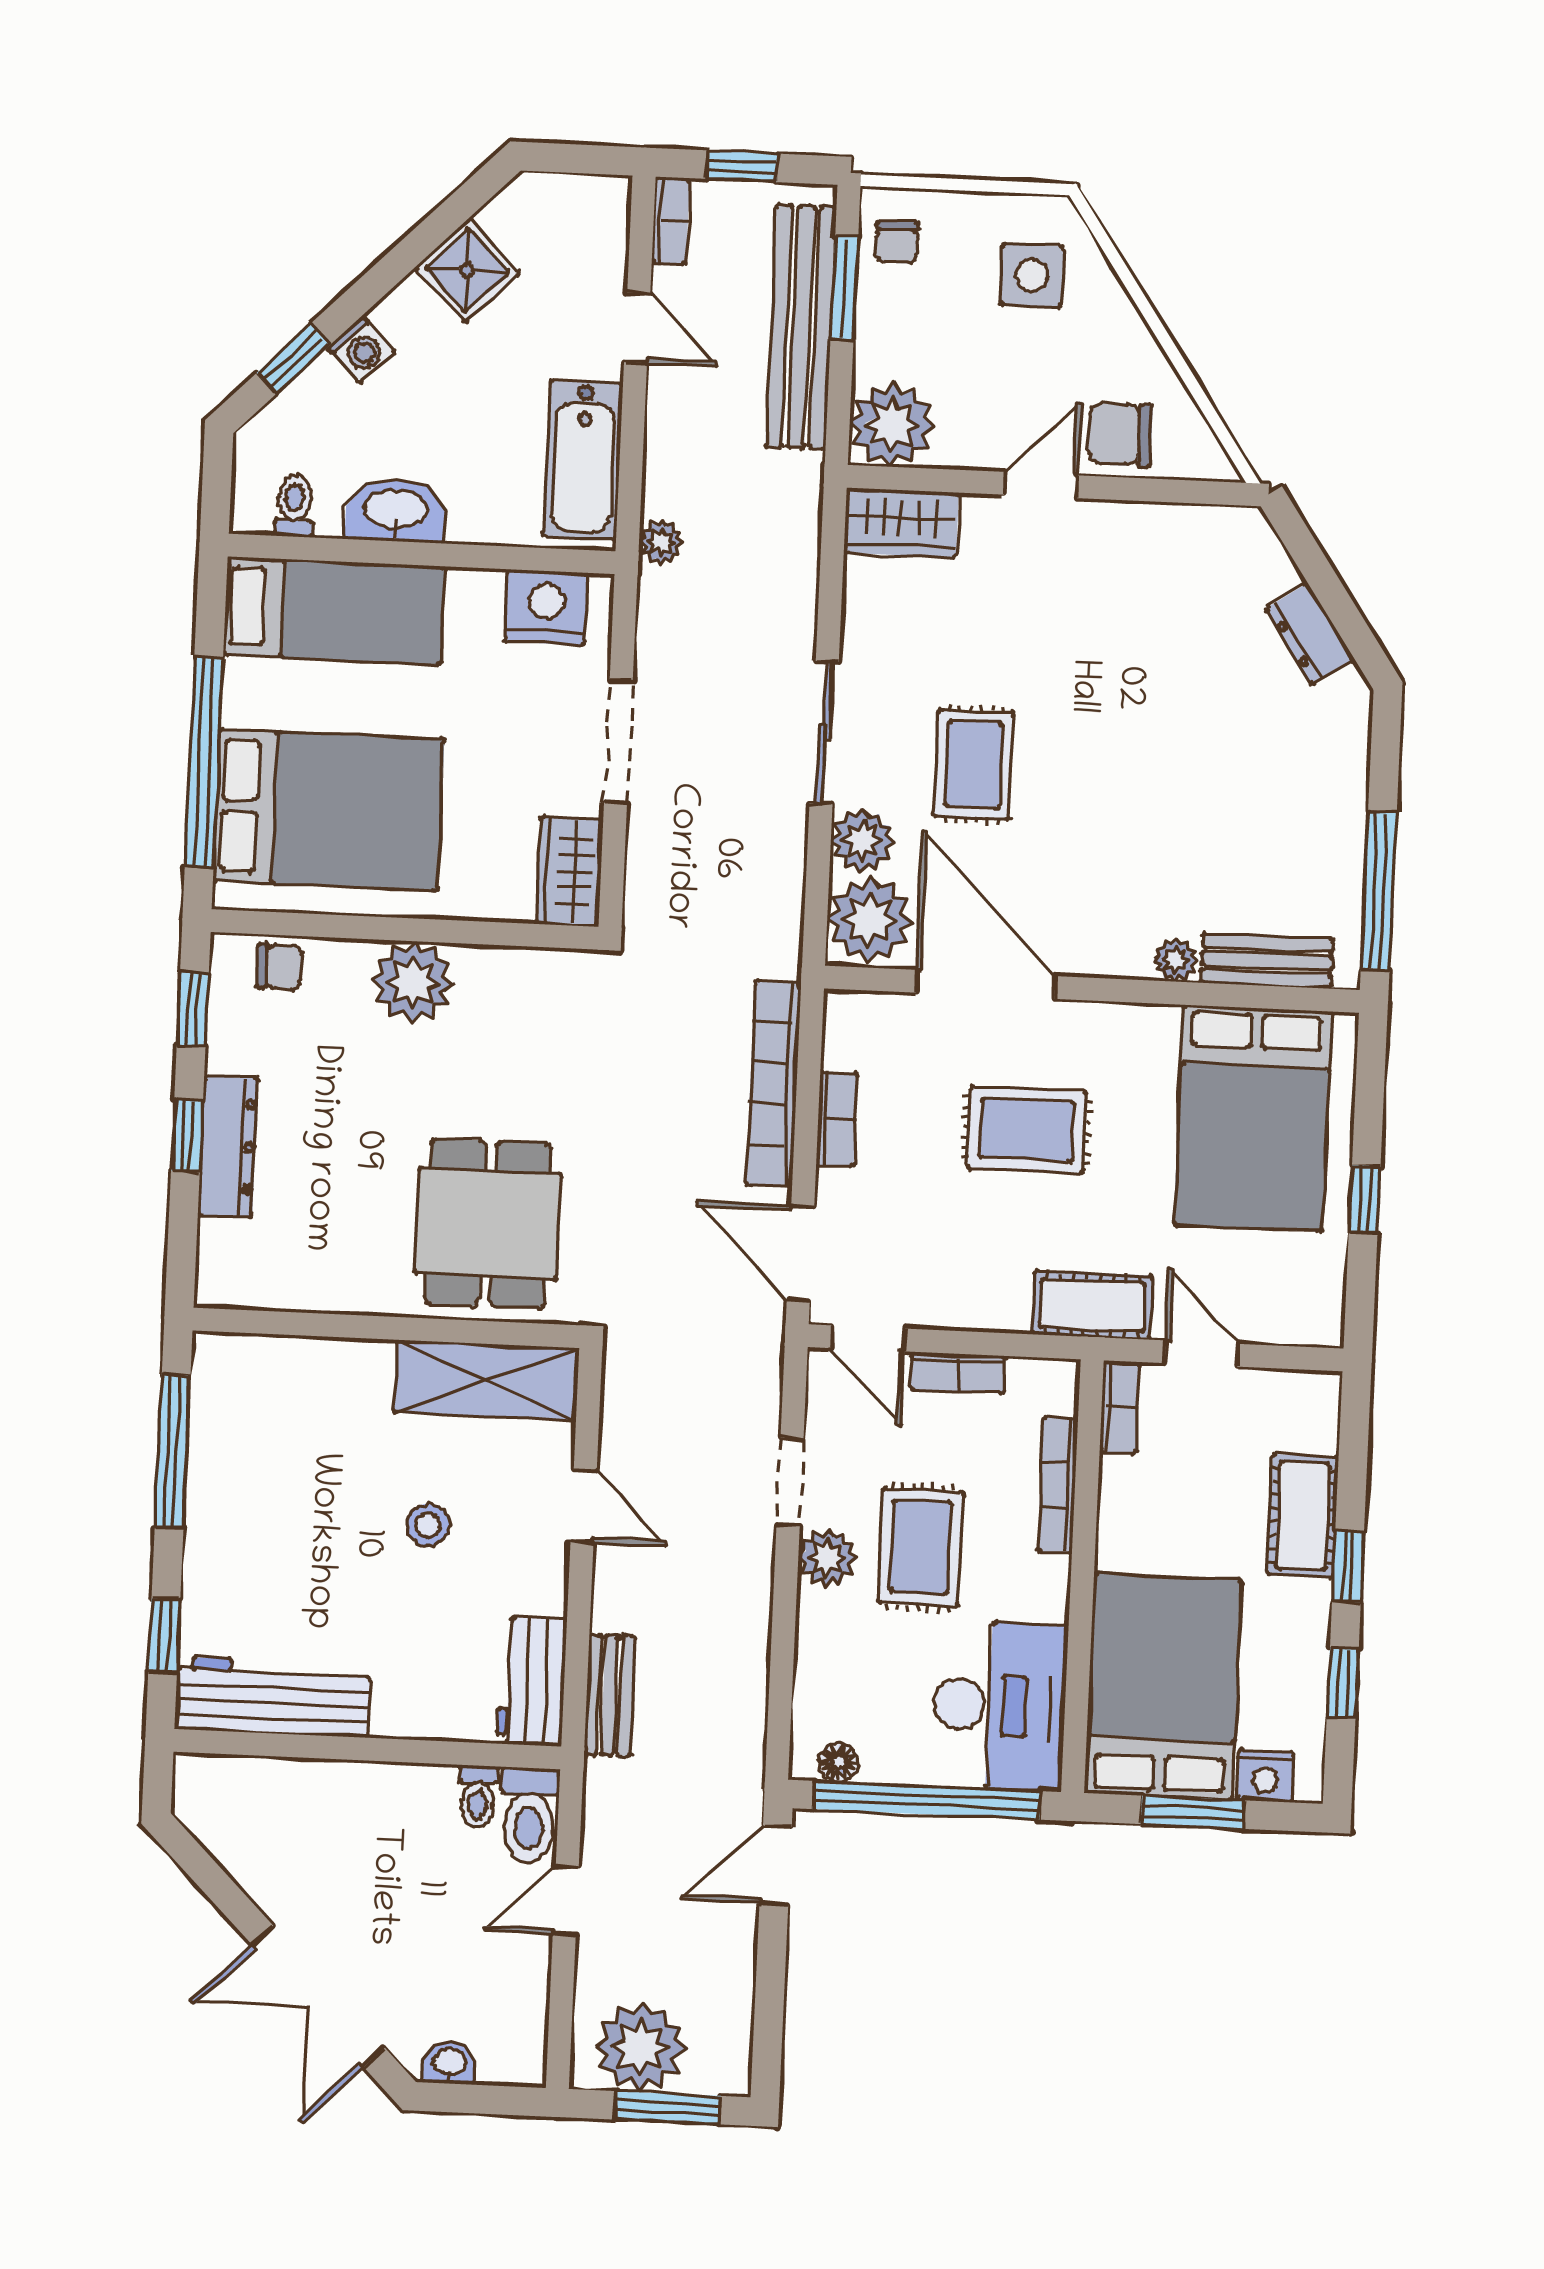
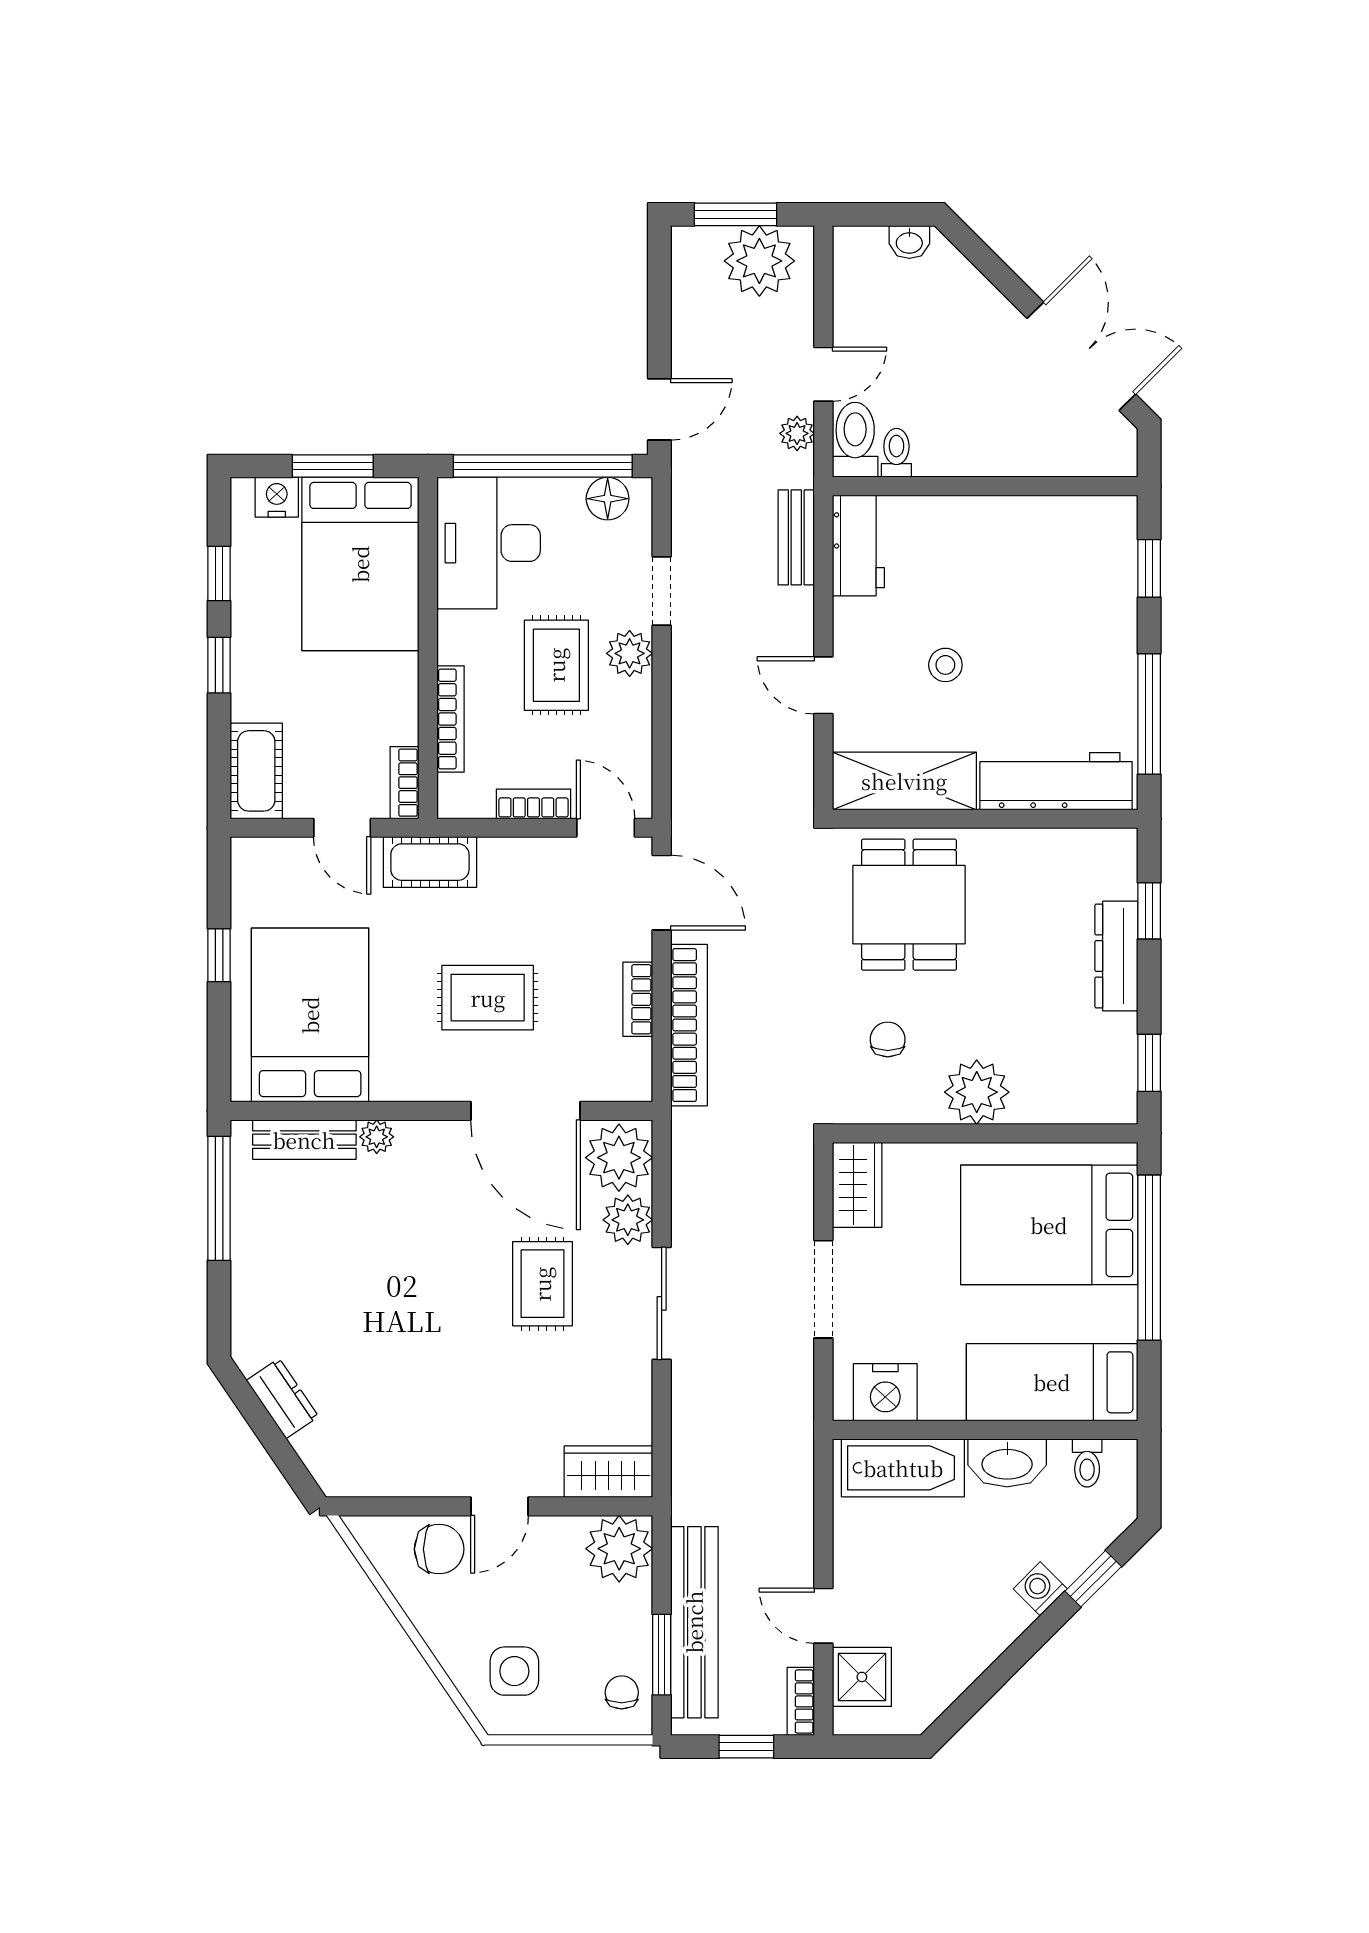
shower: (467, 270) -> (862, 1677), moved, turned 45
bathtub: (583, 460) -> (903, 1468), moved, turned 90
plant: (661, 542) -> (797, 433), moved
chair: (280, 967) -> (888, 1039), moved, turned 90
window: (187, 1136) -> (1149, 911), moved
doorway: (790, 1482) -> (662, 591), moved
cot: (1303, 1516) -> (256, 771), moved
workbench: (272, 1697) -> (1056, 781), moved, turned 180
floor lamp: (839, 1762) -> (608, 499), width x1.37, depth x1.37
double door: (318, 1996) -> (1081, 356), moved

